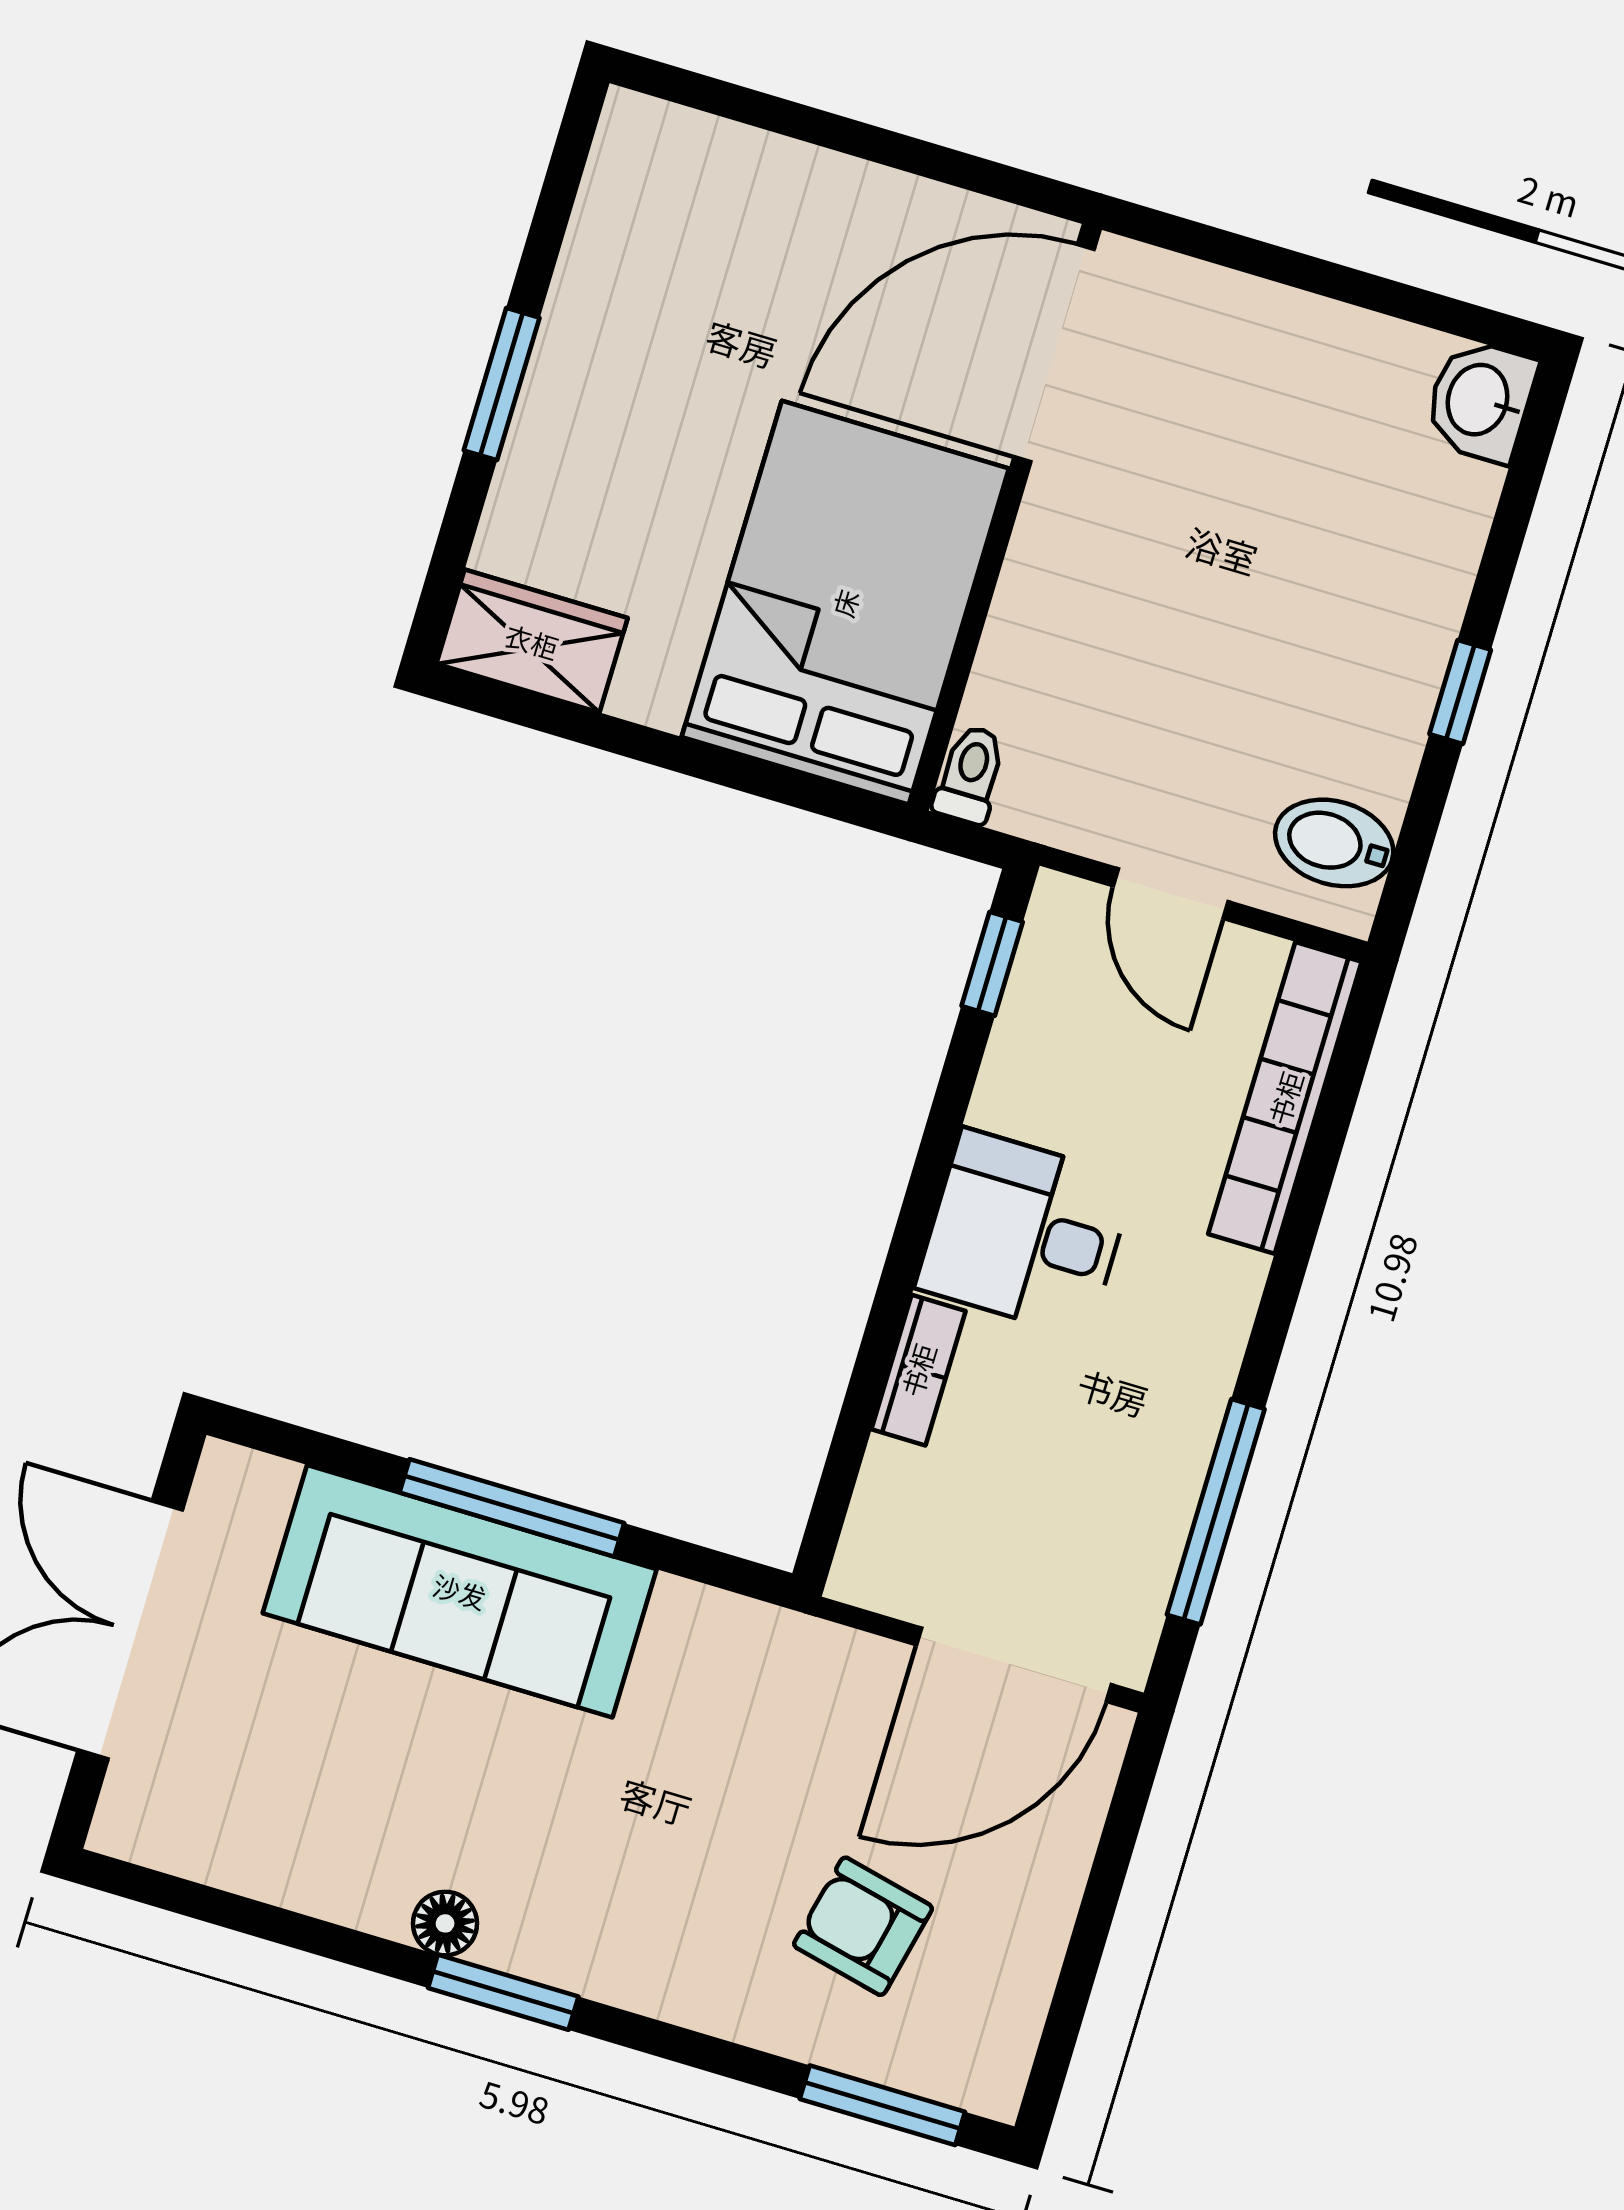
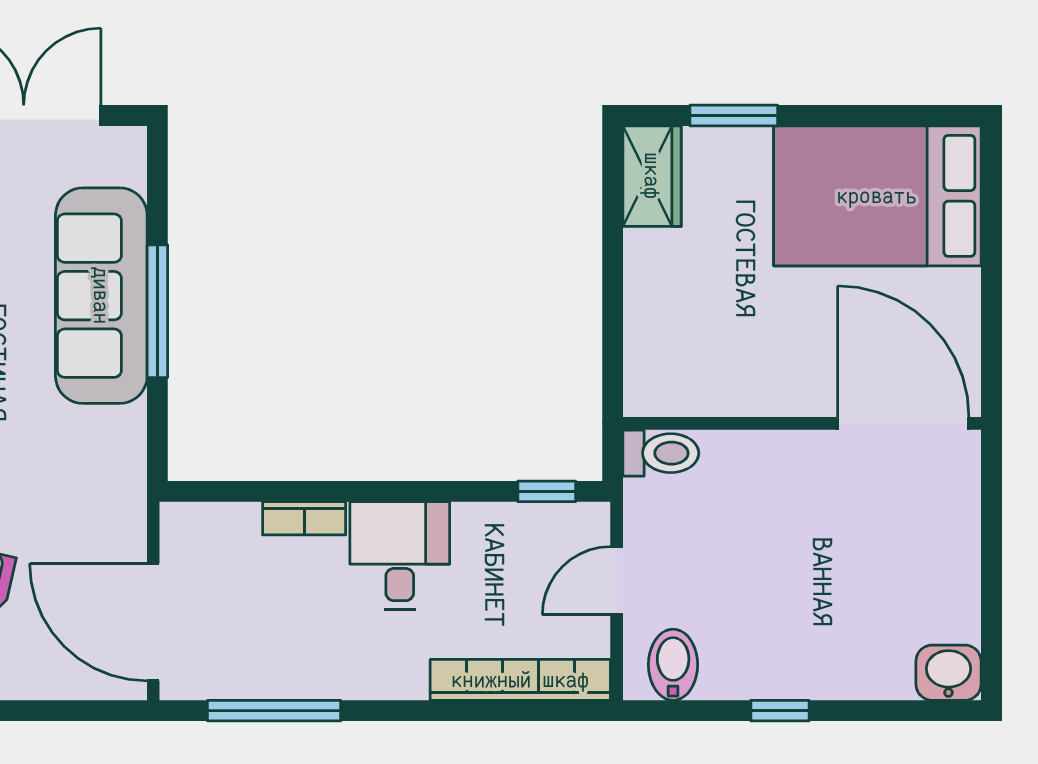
window: (502, 384) -> (734, 116), moved
bed: (845, 603) -> (877, 196), moved, turned 180
toilet: (970, 775) -> (661, 453), width x1.37, depth x1.39

